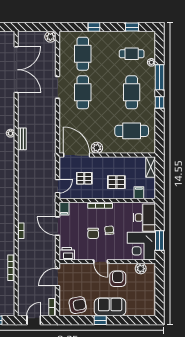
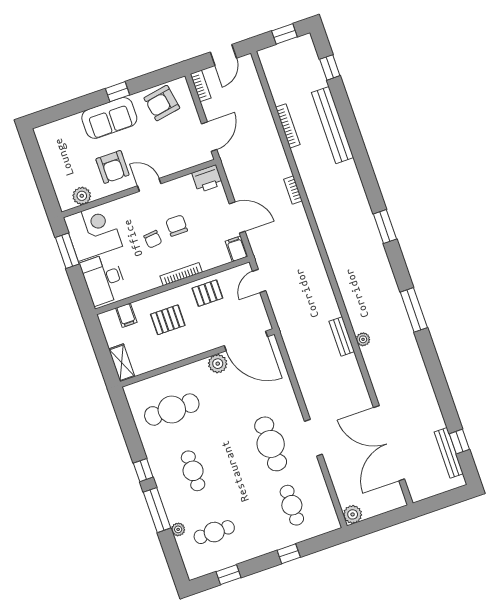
cafe table: (83, 54) -> (292, 505), width x0.73, depth x0.74
cafe table: (132, 92) -> (193, 471), width x0.73, depth x0.74
pallet: (84, 178) -> (207, 293), moved

